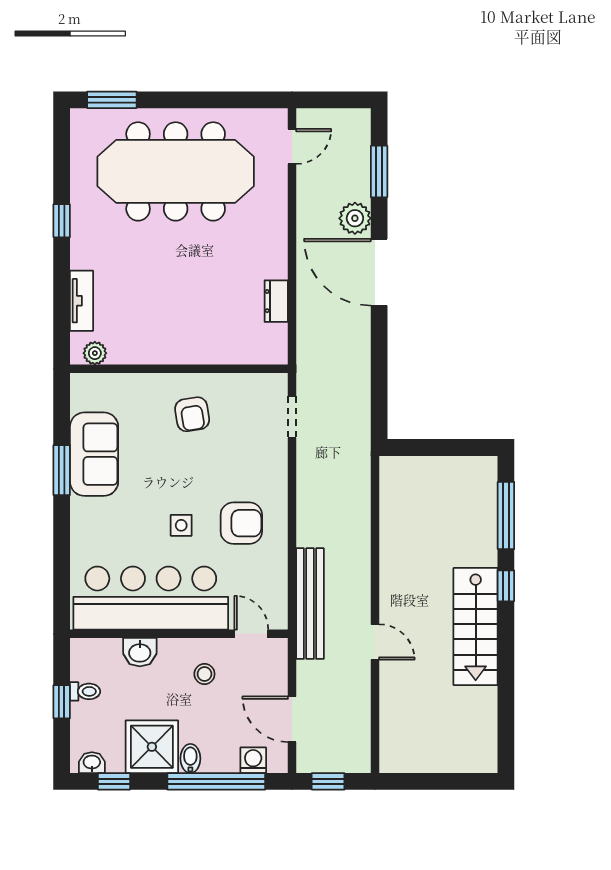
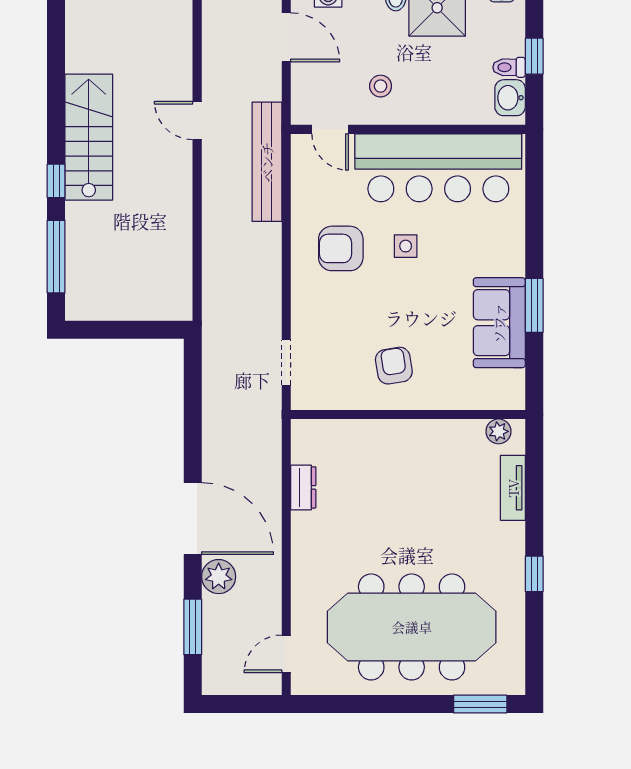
washbasin: (140, 652) -> (510, 98), moved, turned -90

